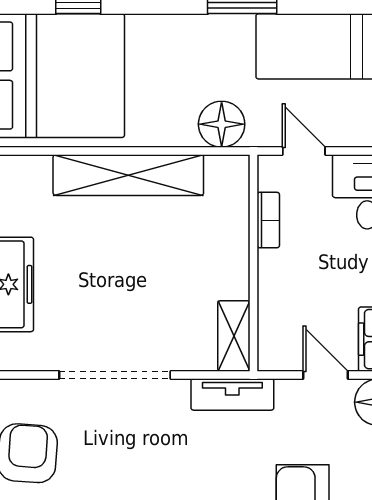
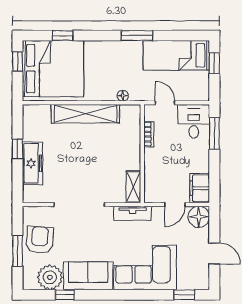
floor lamp: (222, 124) -> (123, 96), width x0.53, depth x0.53
door: (325, 375) -> (175, 205), swing flipped

